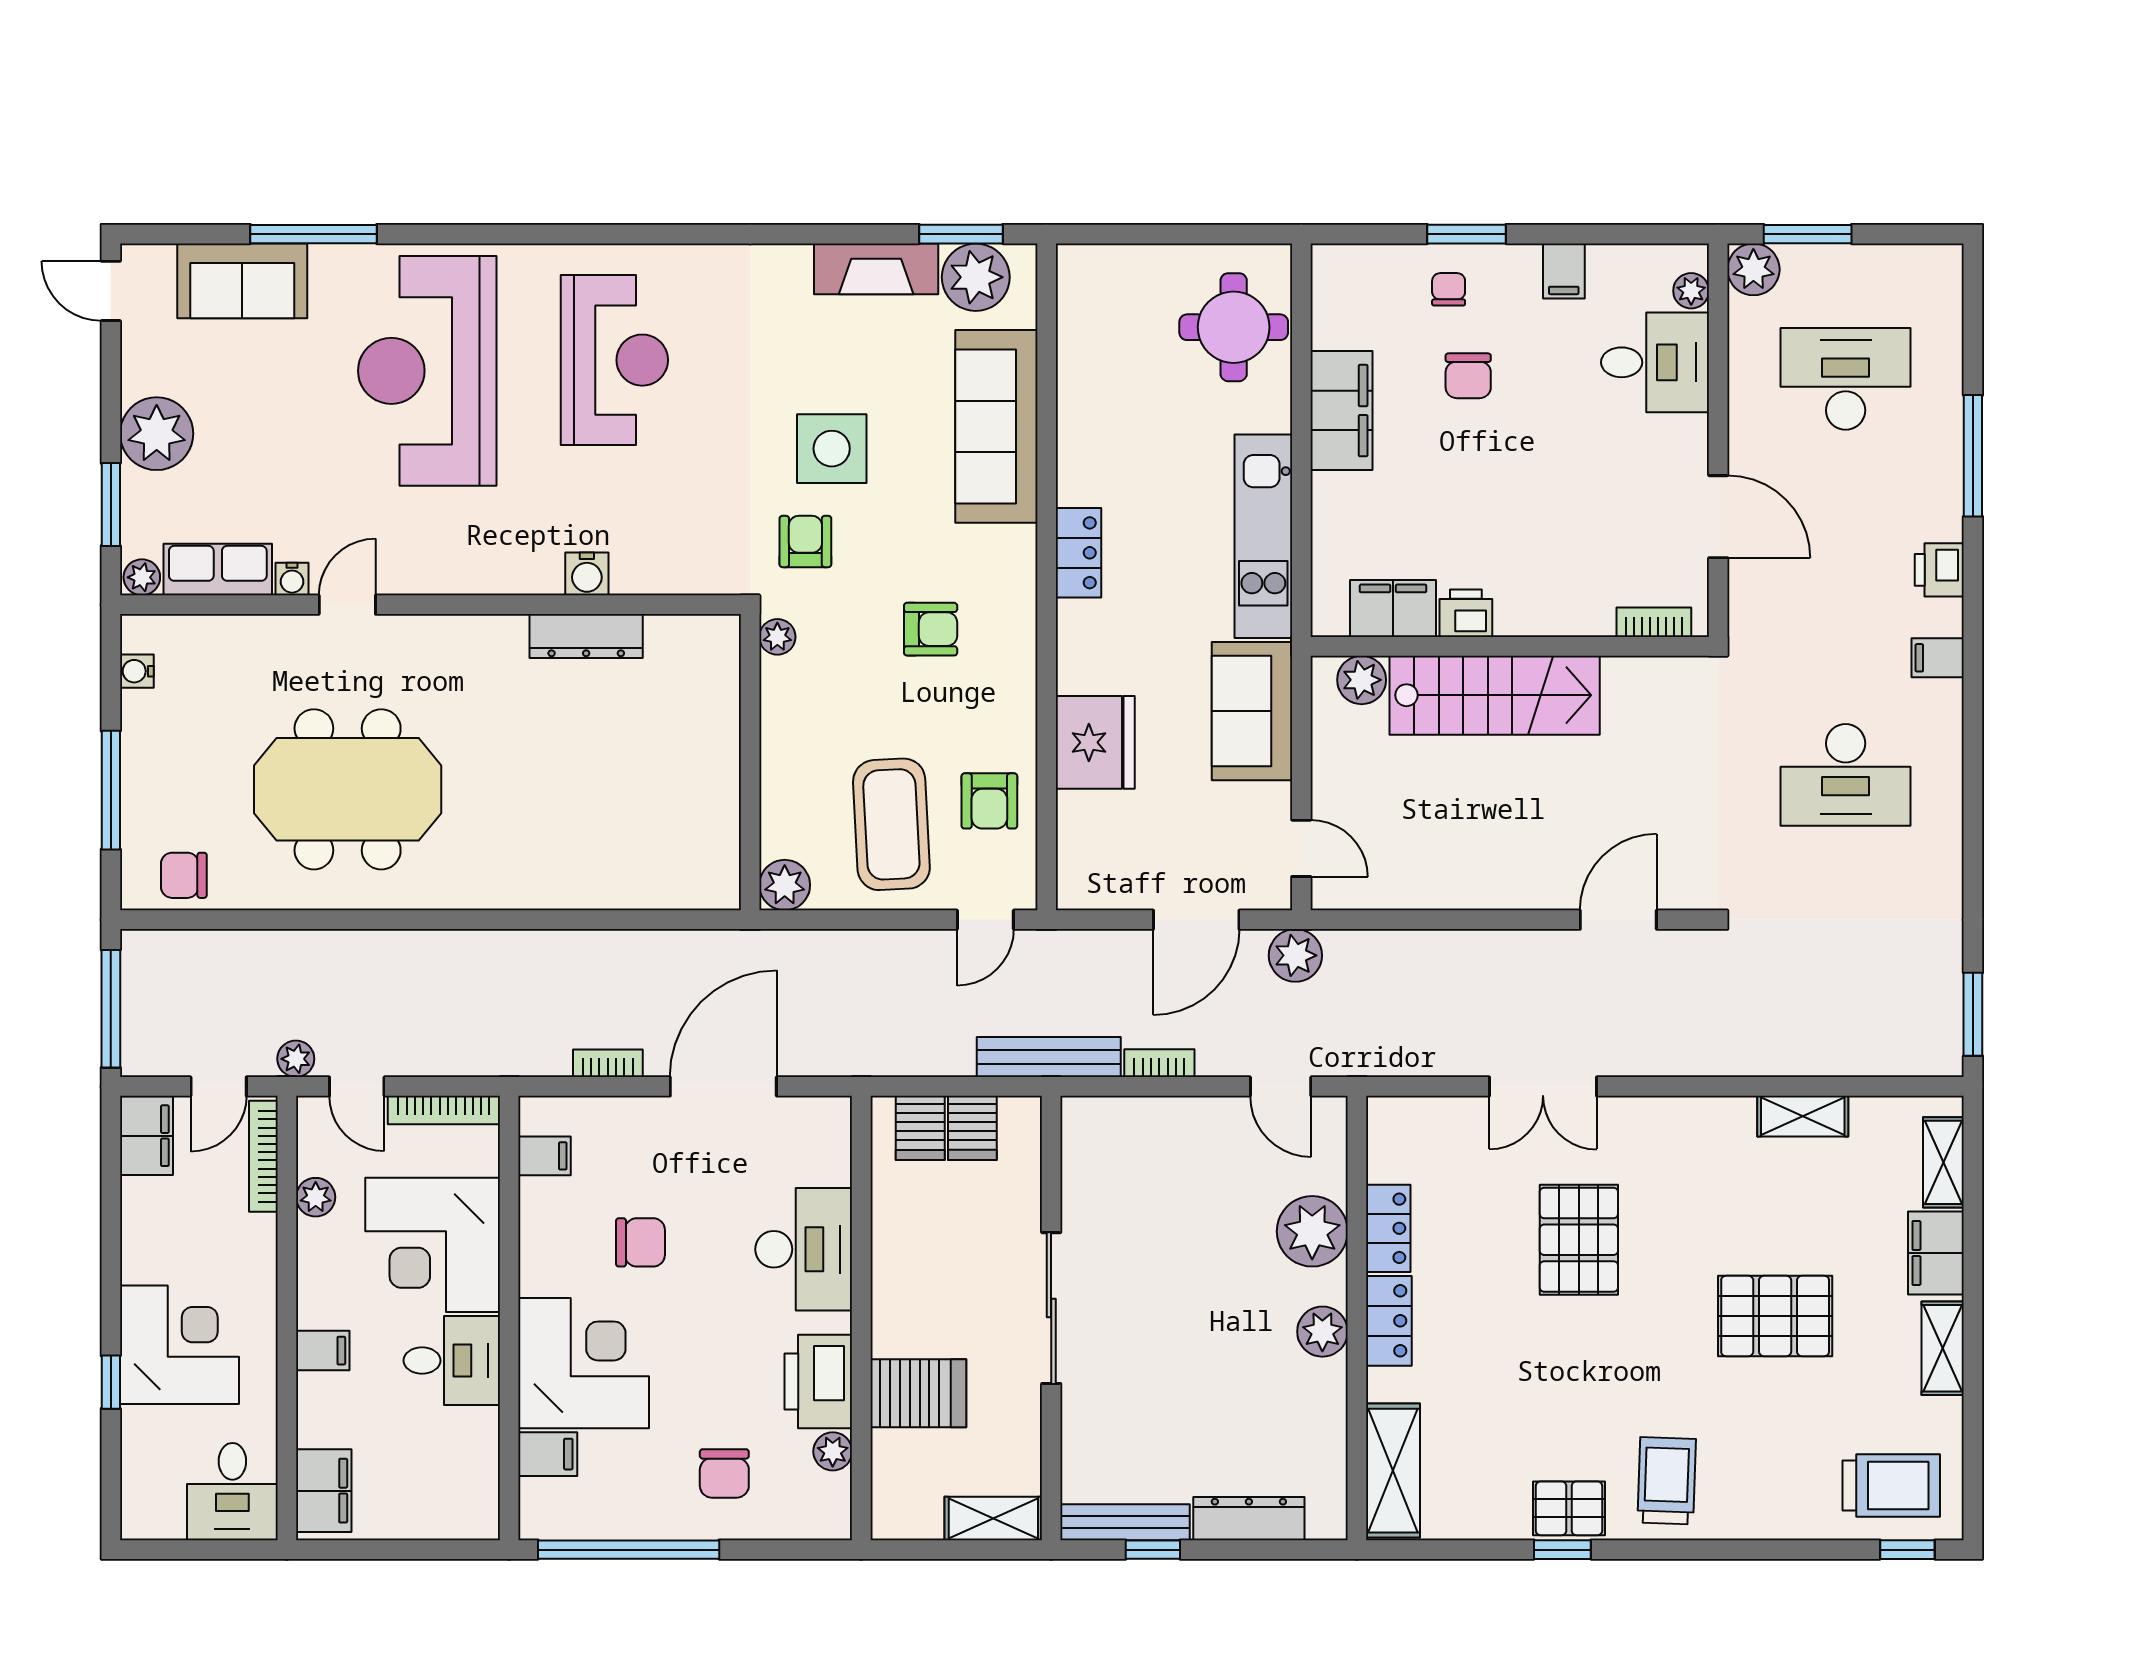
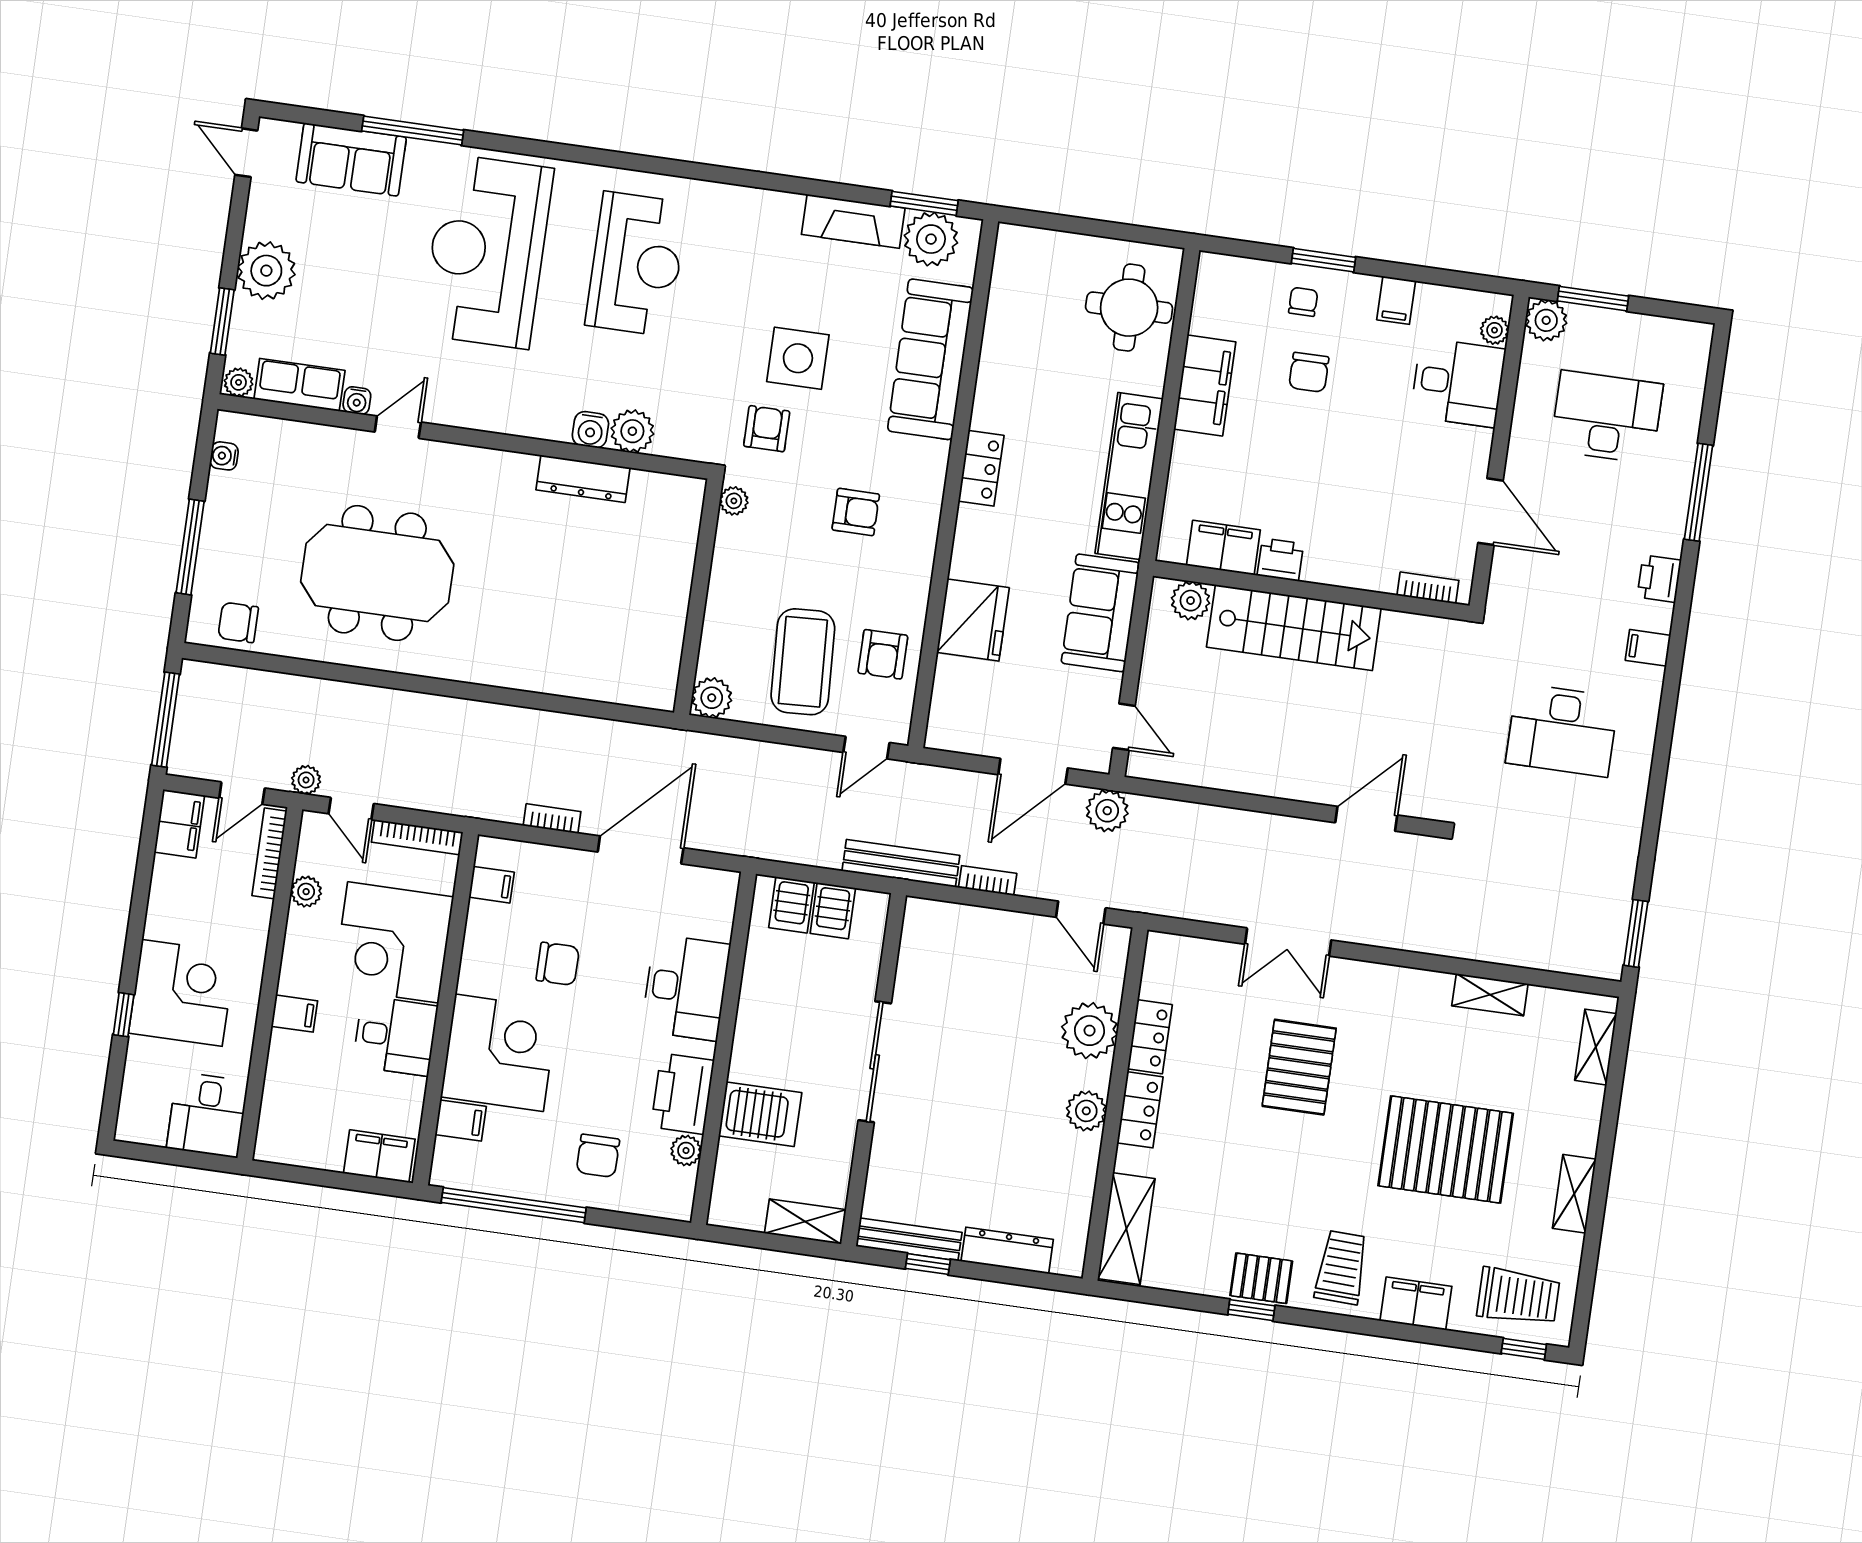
plant: (639, 568) -> (632, 431), added
filing cabinet: (1936, 1253) -> (1416, 1304), moved, turned 90
pallet: (1775, 1316) -> (1446, 1149), width x1.37, depth x1.41
filing cabinet: (324, 1491) -> (379, 1156), moved, turned -90

